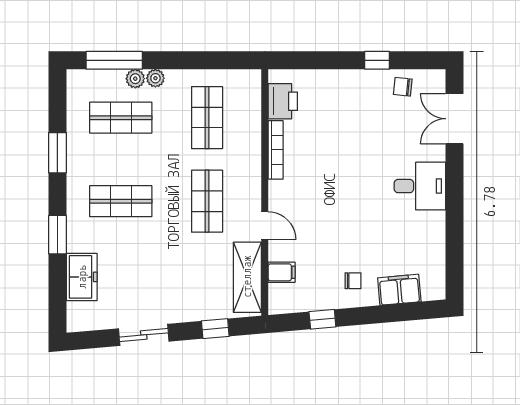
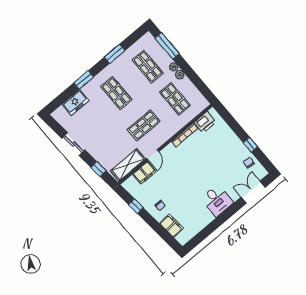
plant: (135, 79) -> (180, 75), moved
shop shelf: (207, 118) -> (175, 99), turned 90
filing cabinet: (282, 272) -> (144, 173), width x2.00

